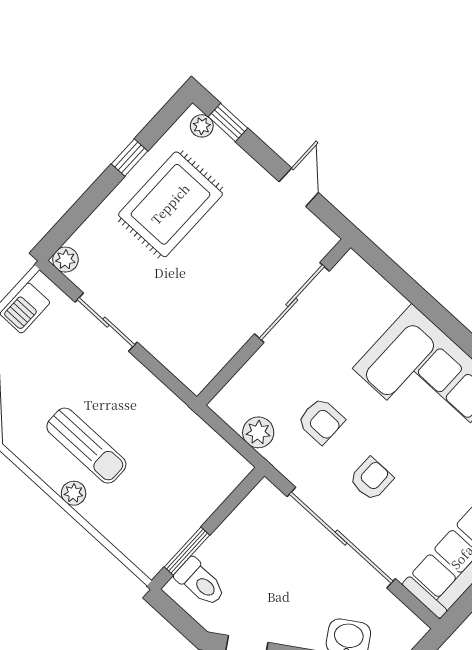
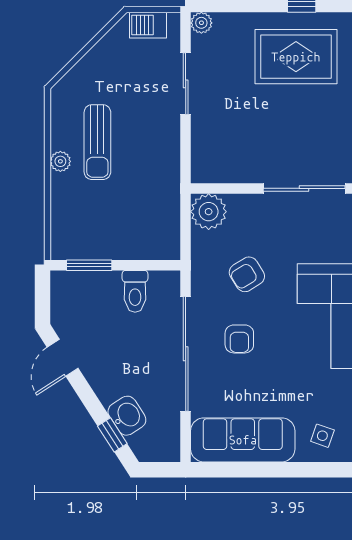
armchair: (321, 421) -> (247, 274), turned 58
plant: (258, 432) -> (209, 212), moved, width x1.36, depth x1.36
armchair: (371, 479) -> (239, 339), turned 90
toilet: (200, 582) -> (135, 291), moved

